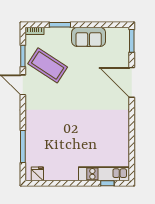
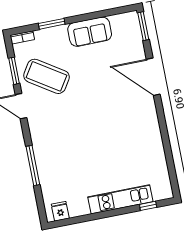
window: (23, 147) -> (33, 166), moved
kitchen unit: (104, 174) -> (120, 199), moved

